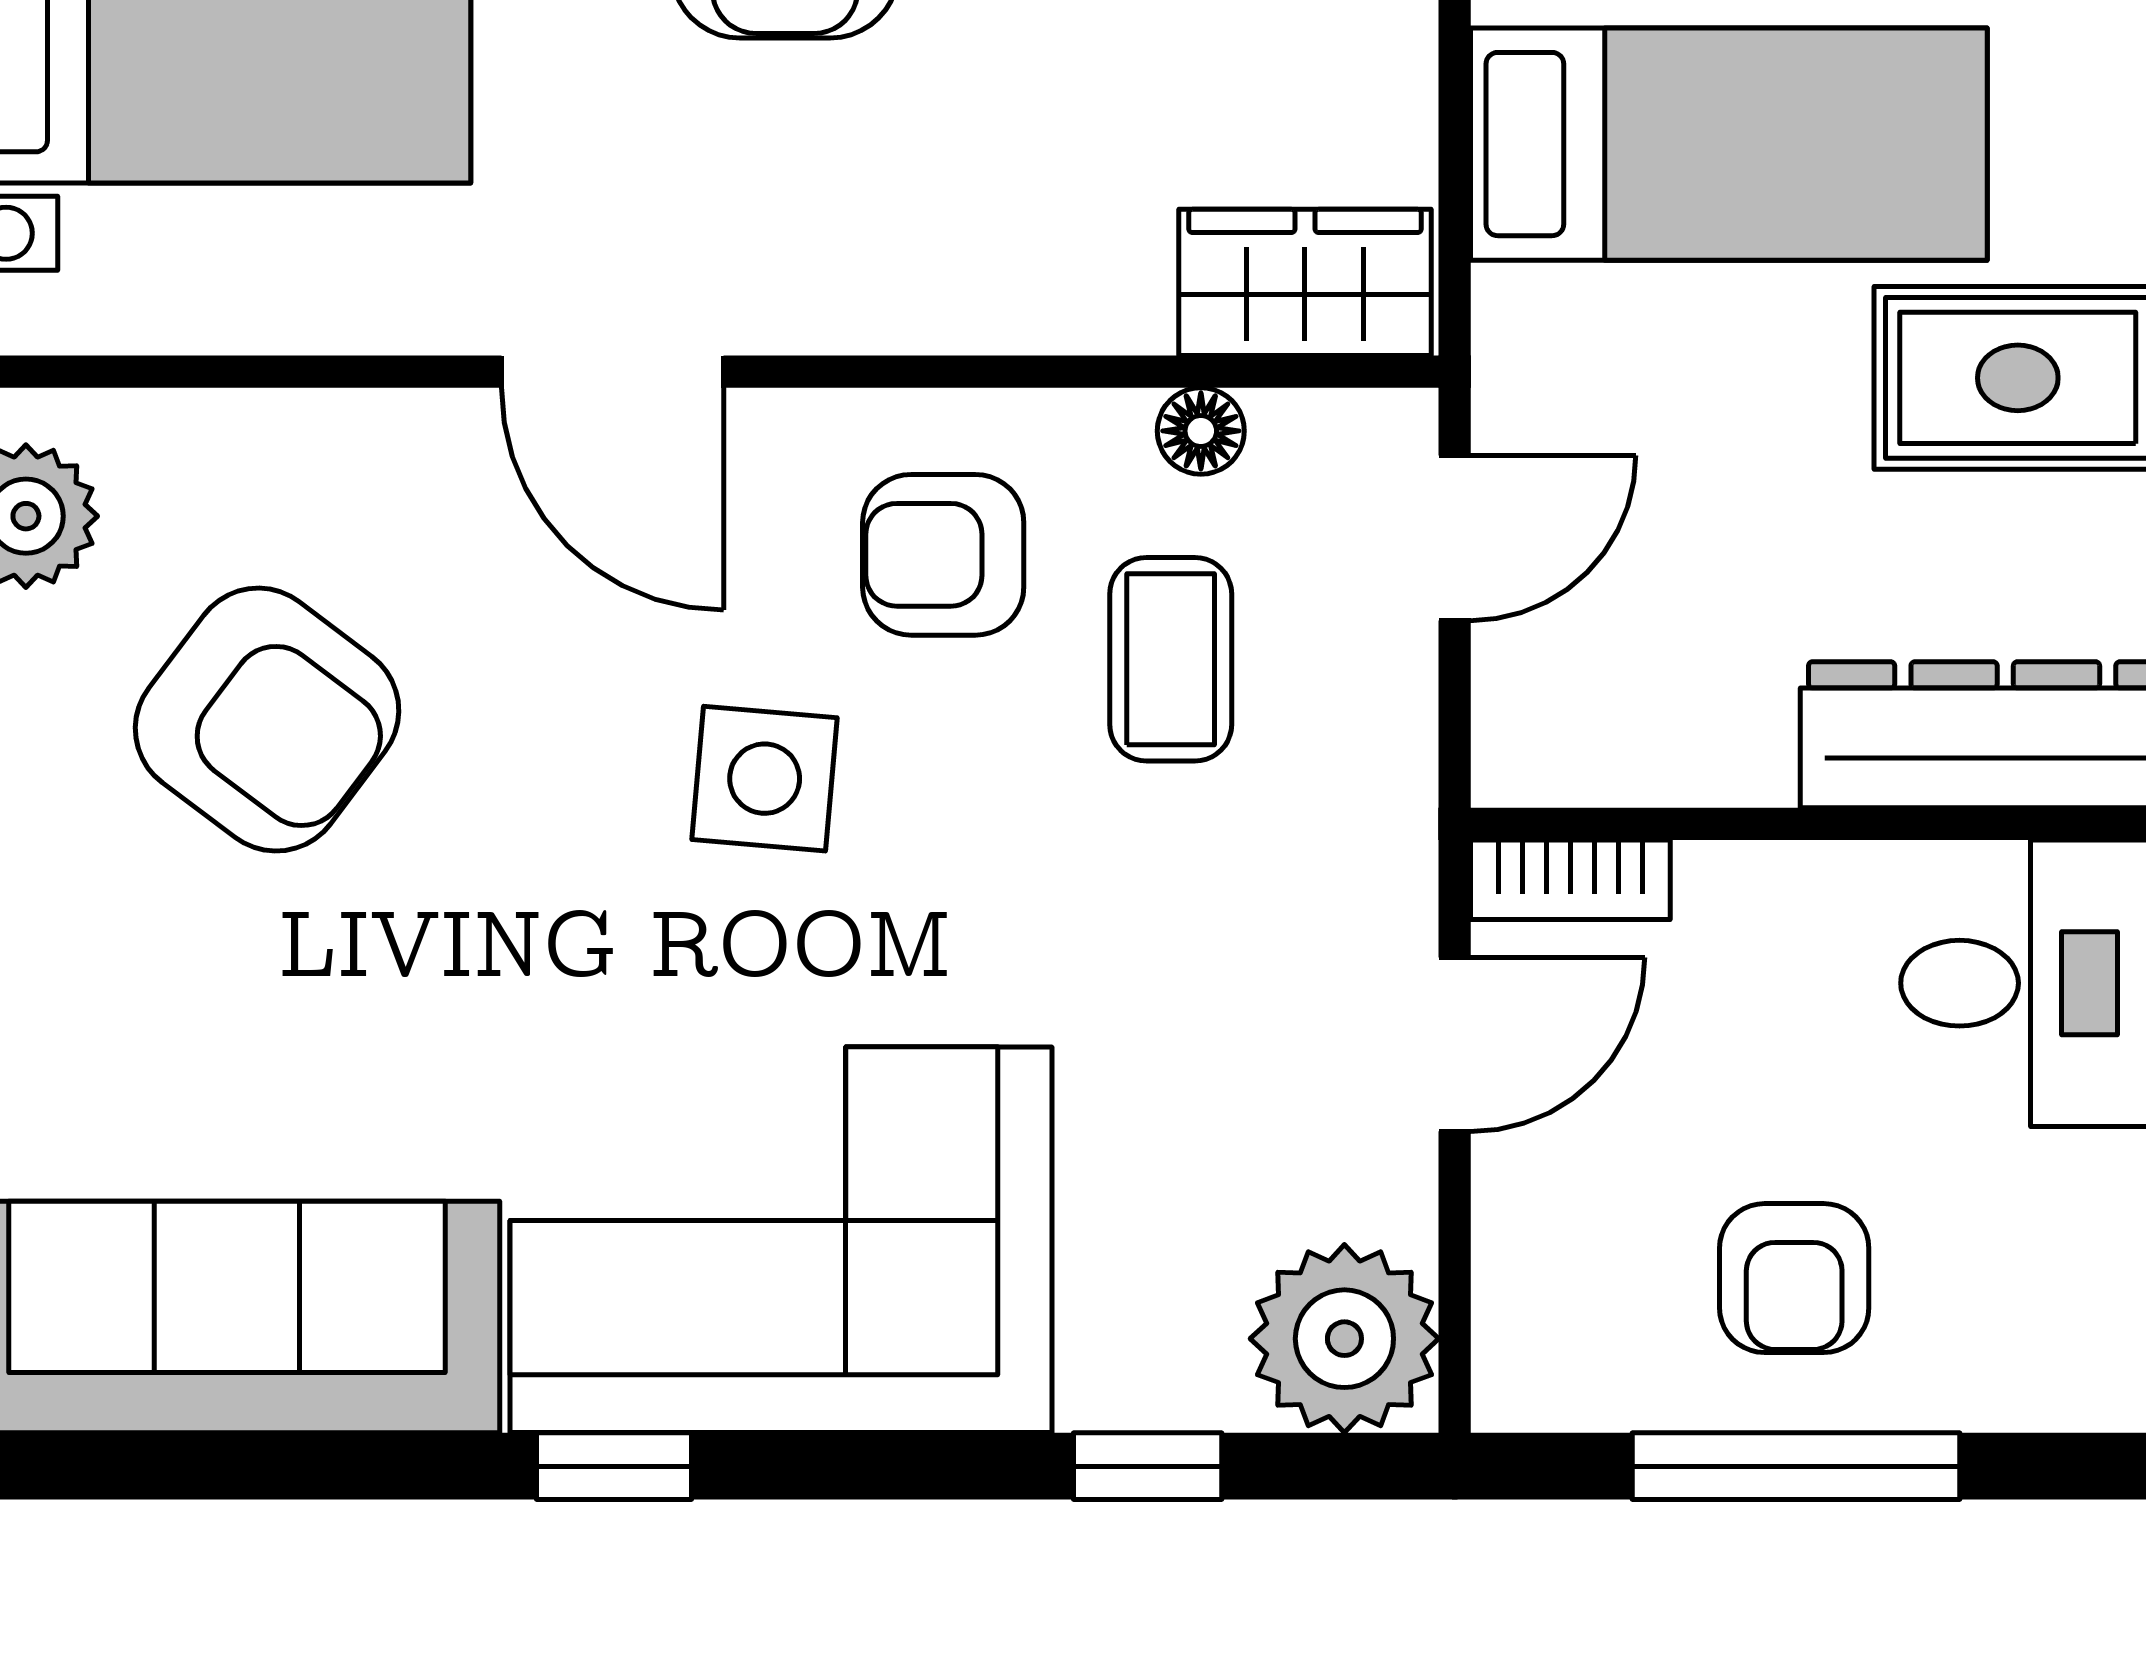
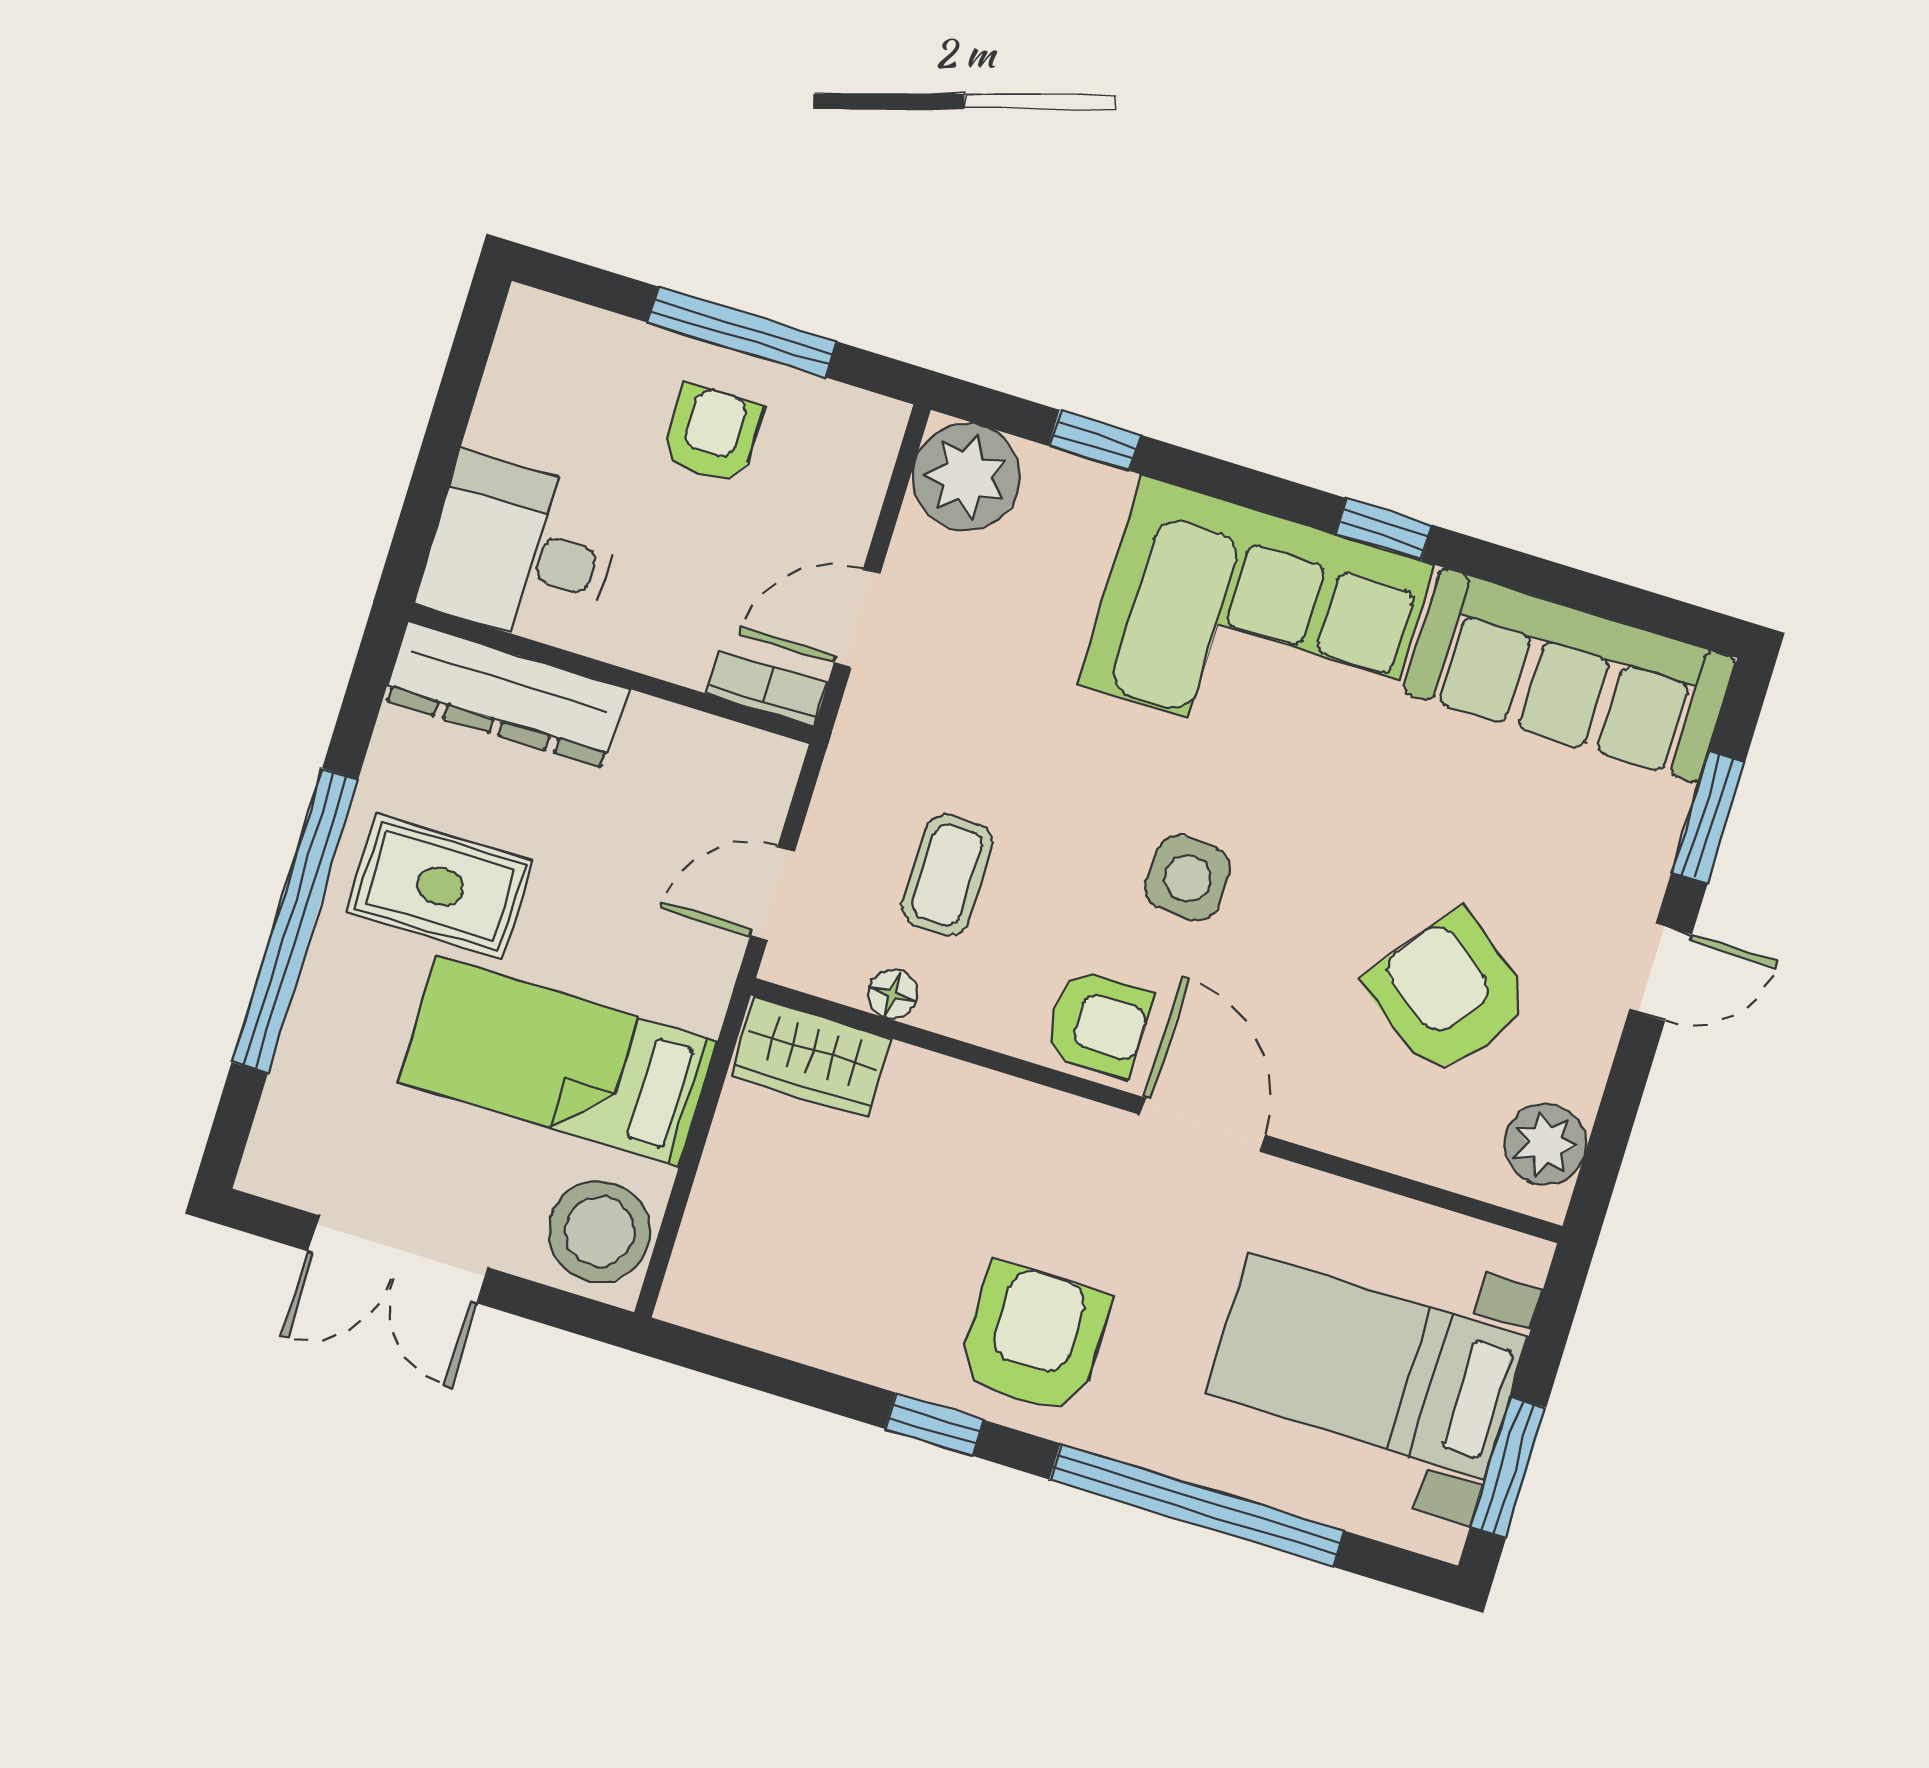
armchair: (943, 555) -> (1098, 1023), moved

